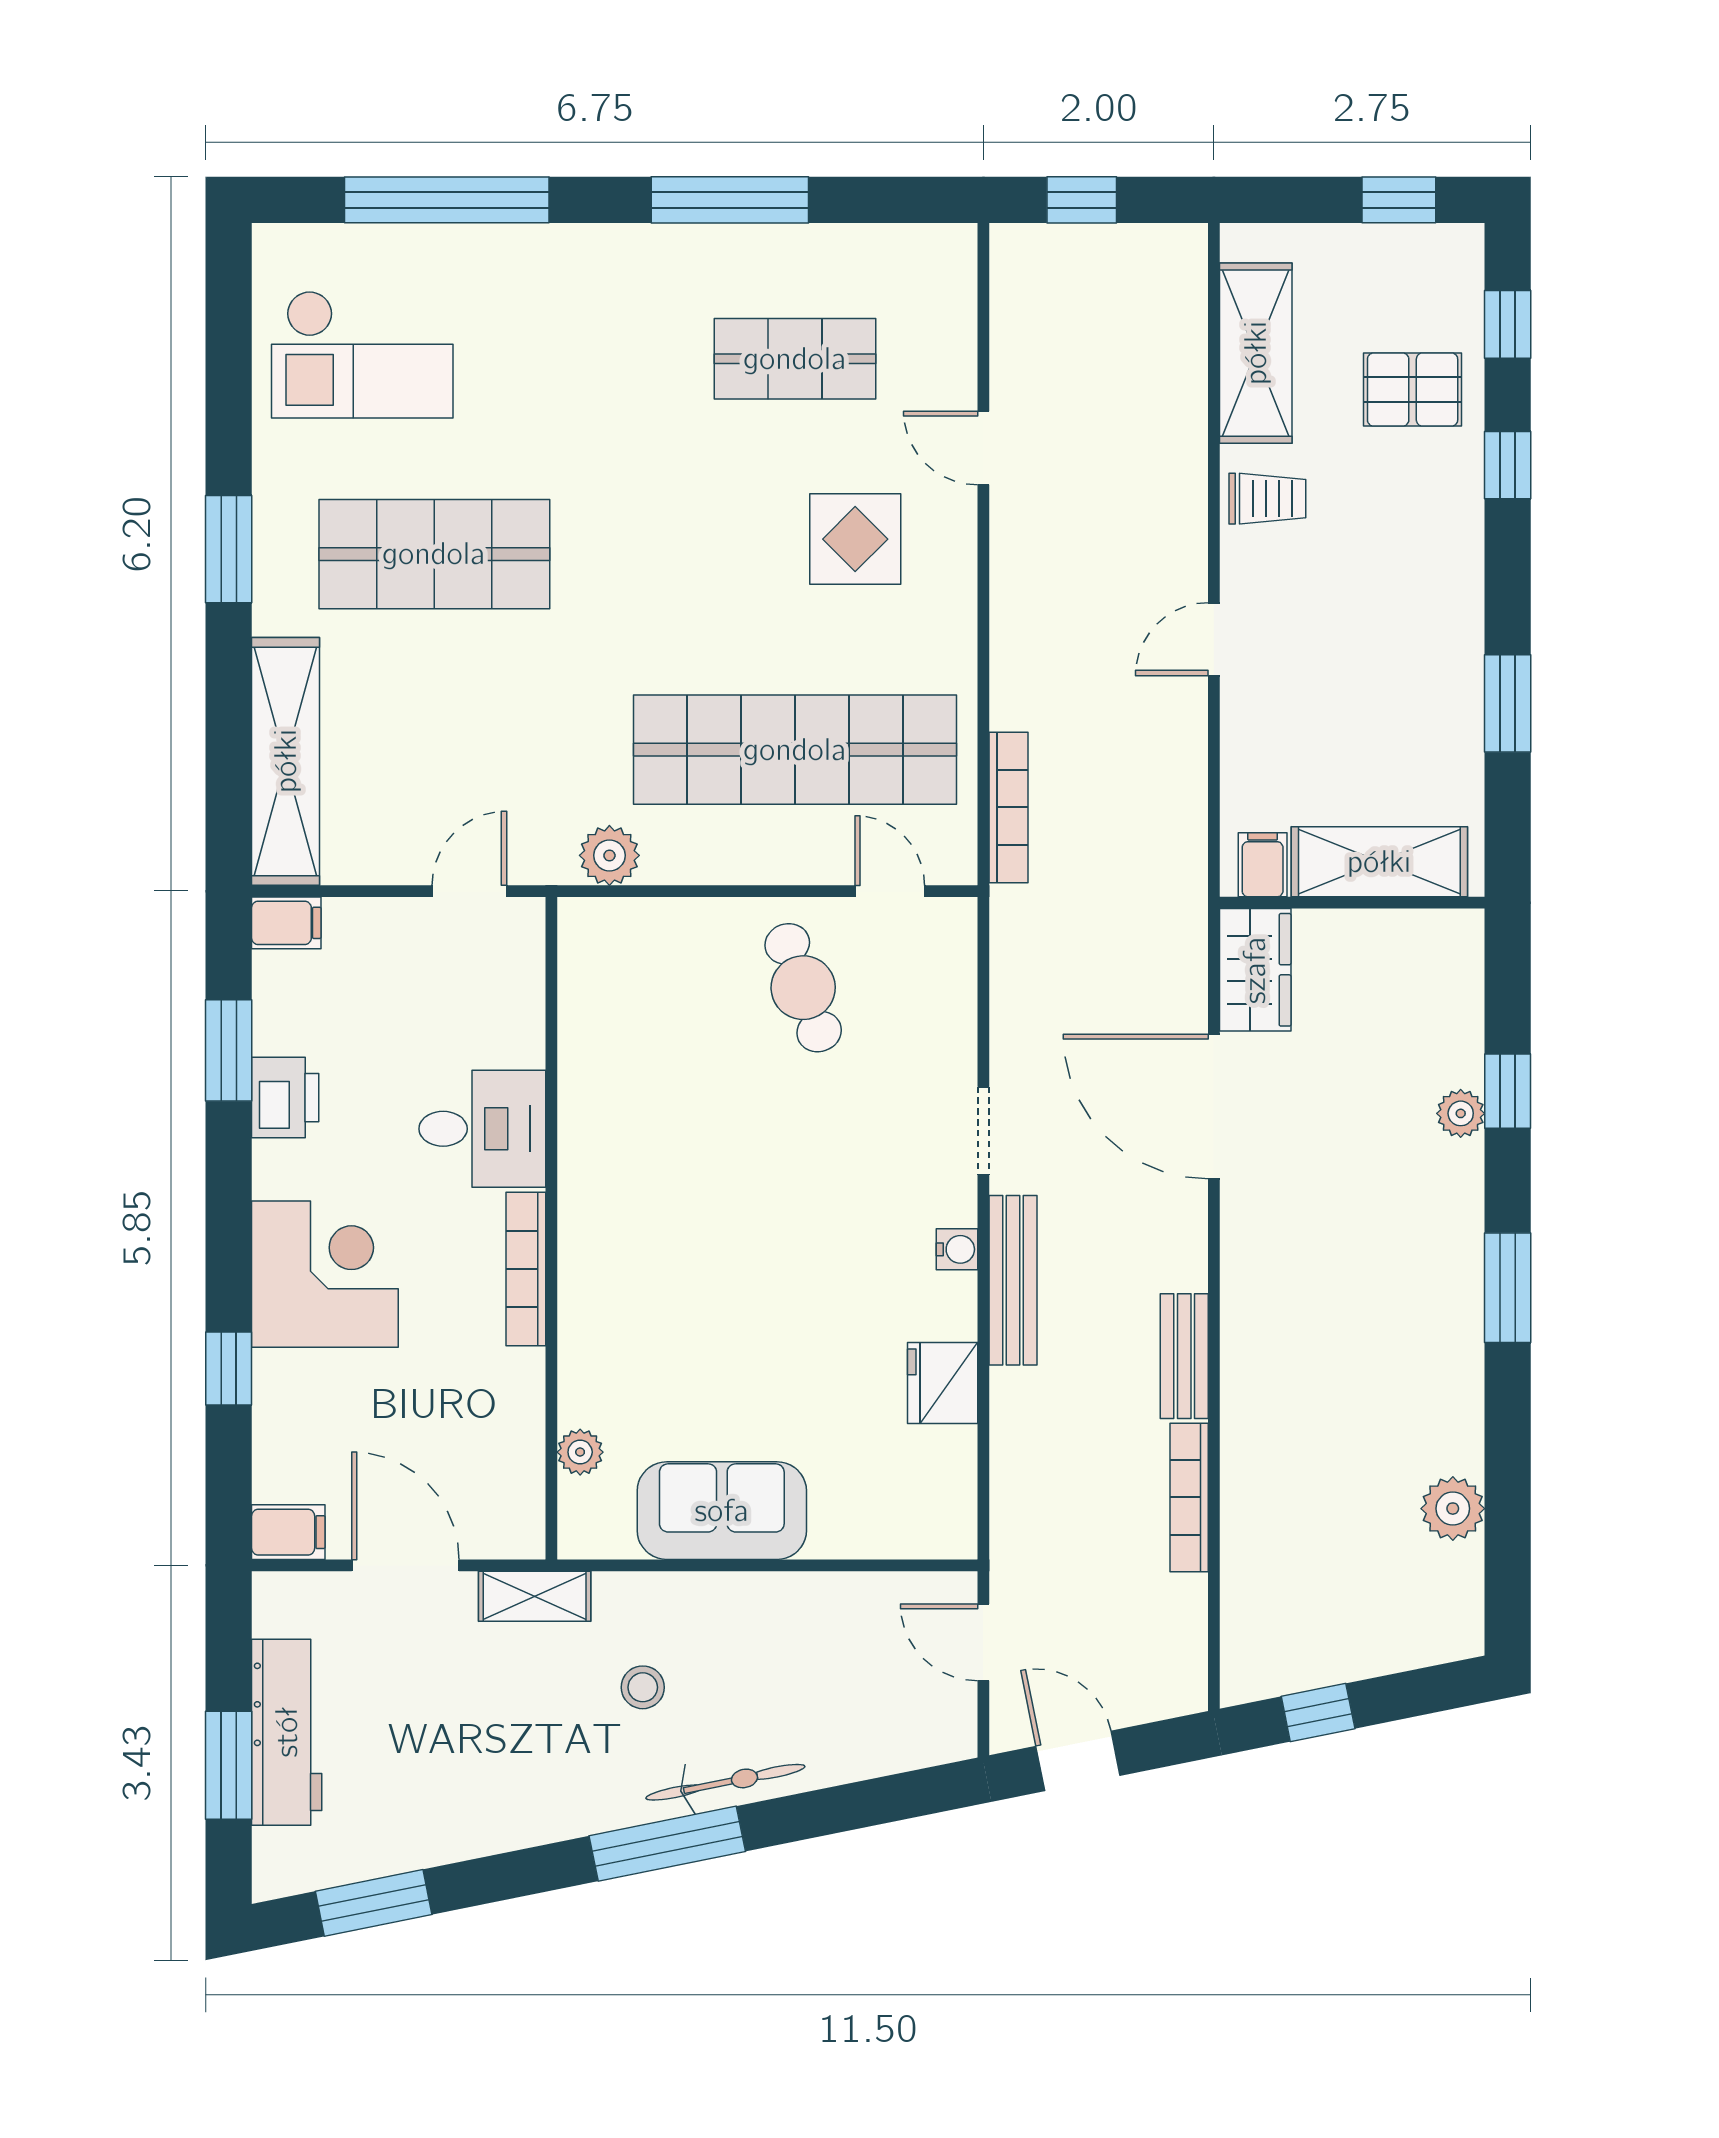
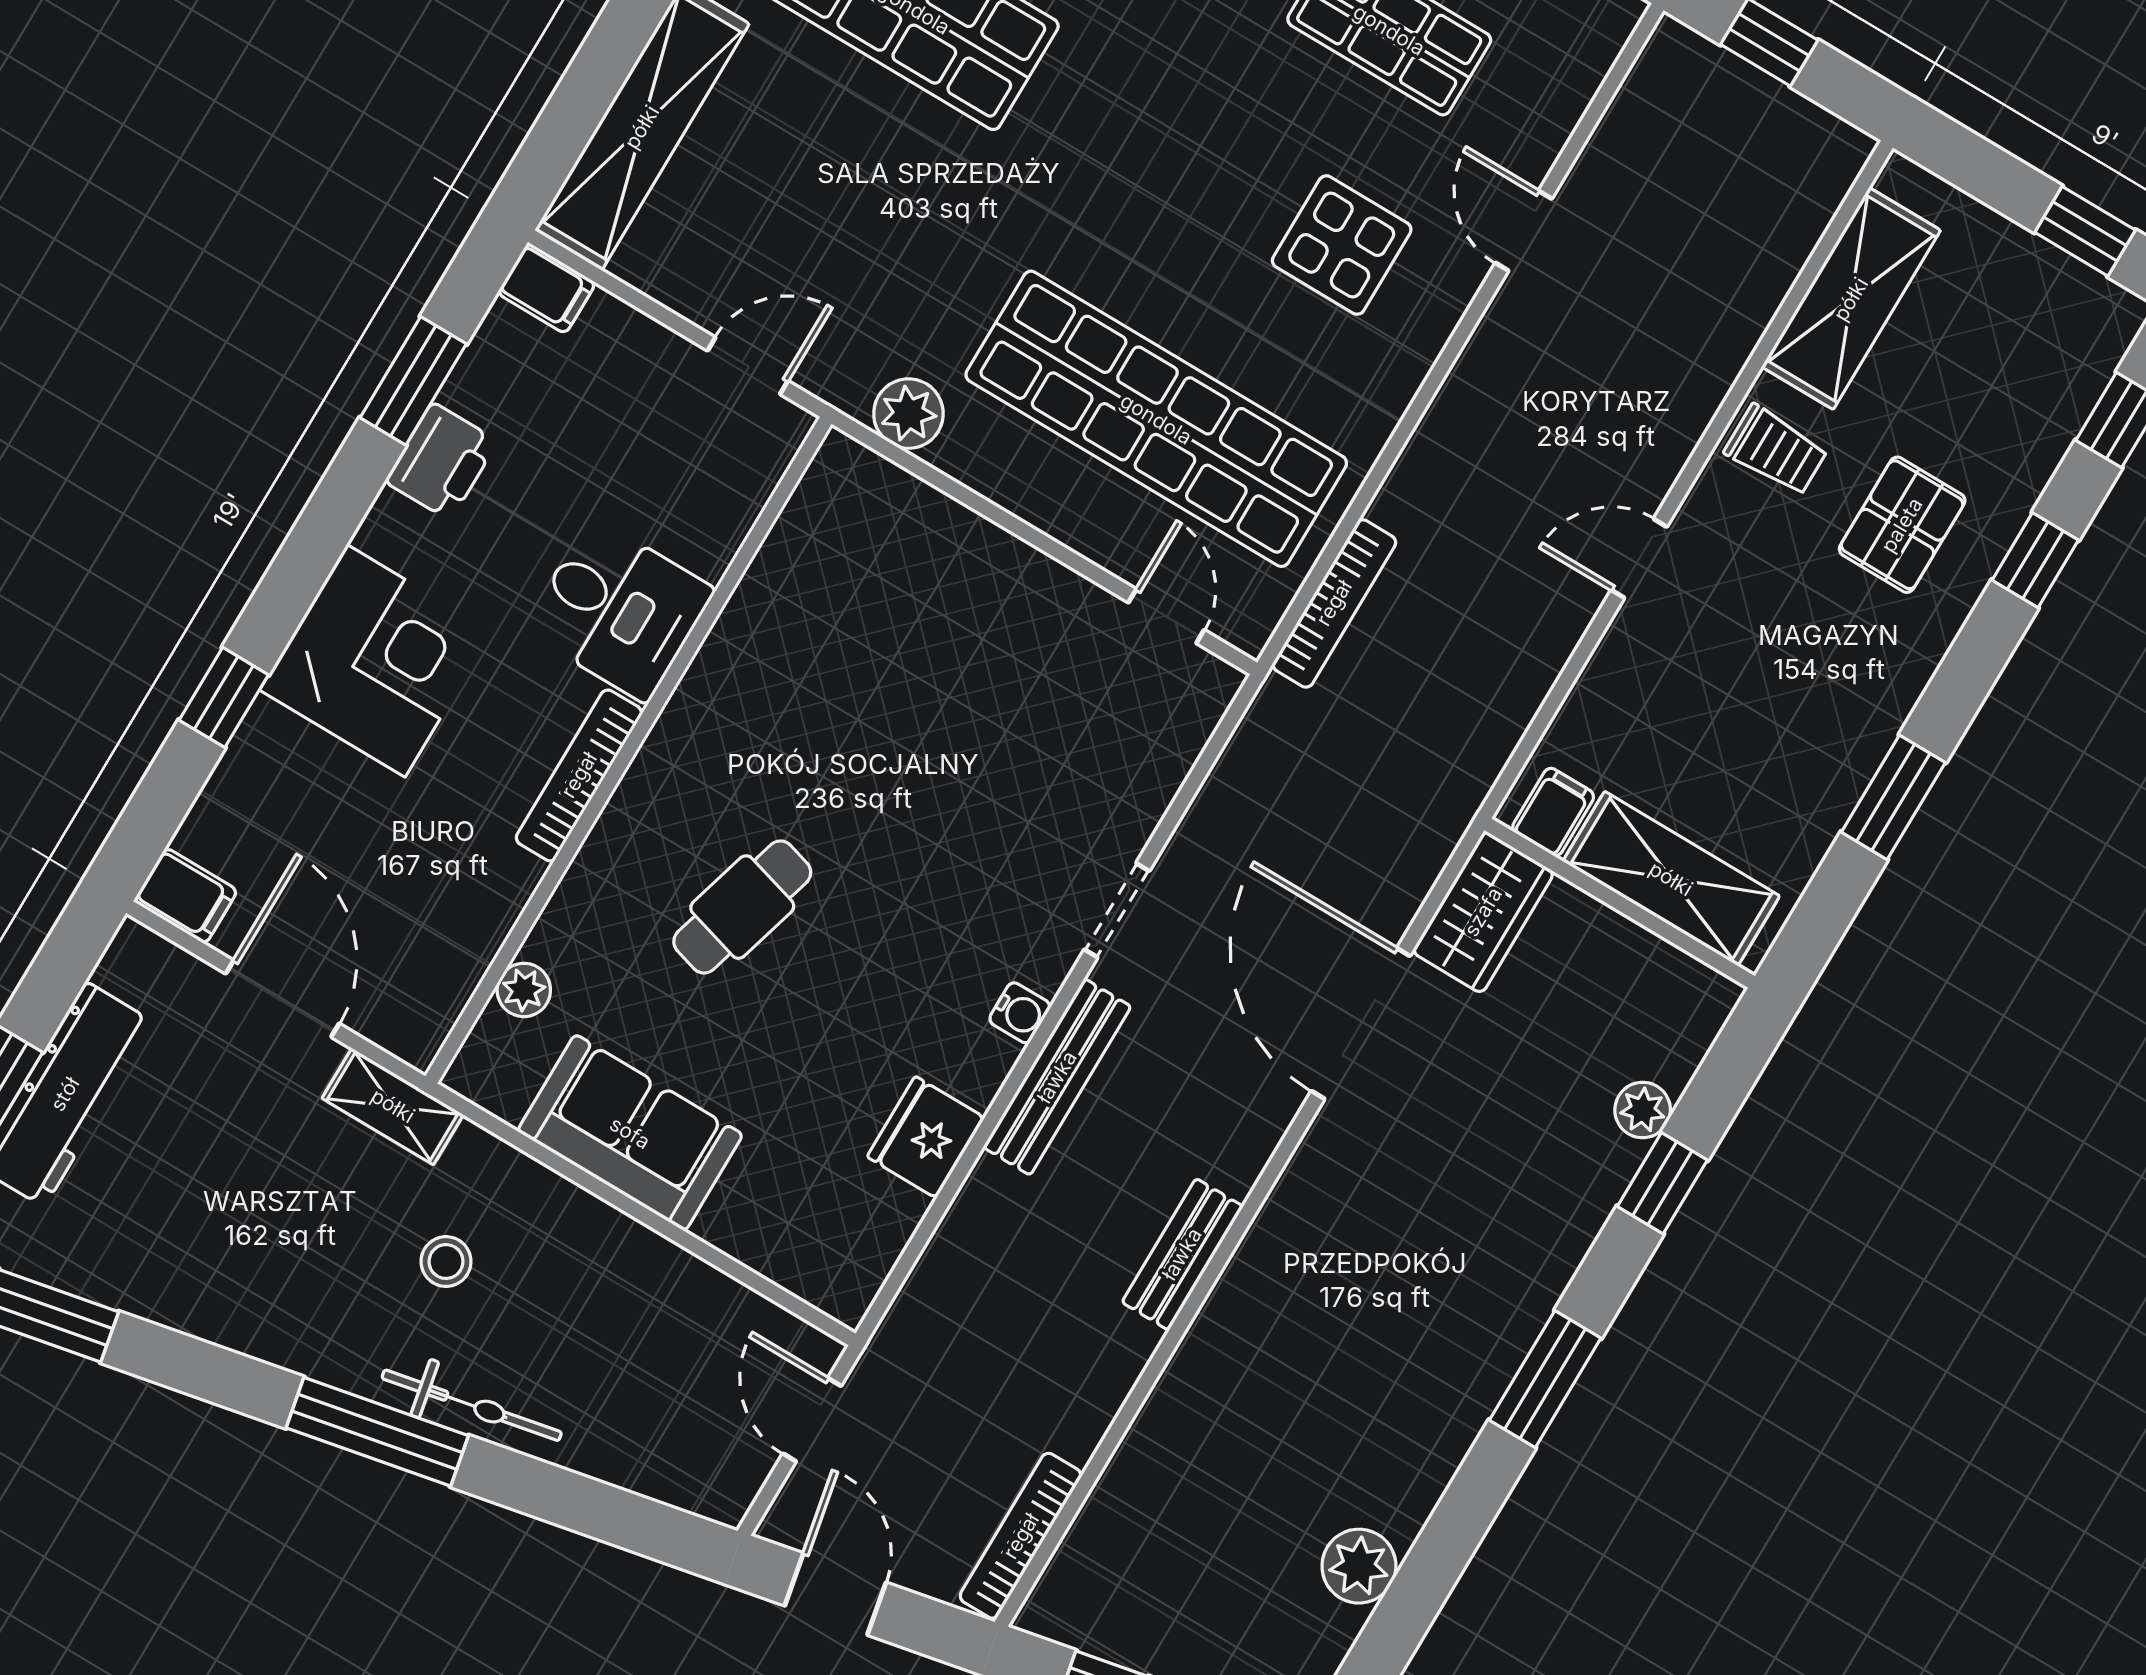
pallet: (1413, 390) -> (1902, 525), moved, turned 90
cafe table: (803, 988) -> (742, 907), moved, turned 36
plant: (1461, 1113) -> (1643, 1110), moved
bookcase: (1189, 1497) -> (1021, 1536), moved

